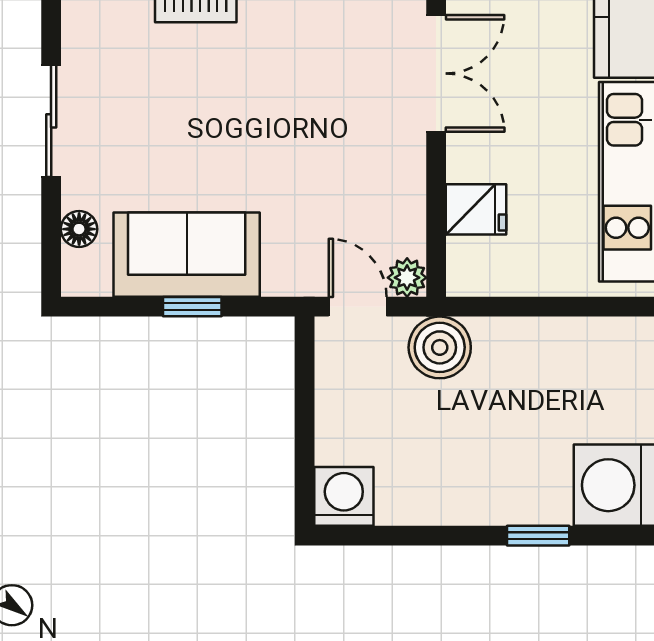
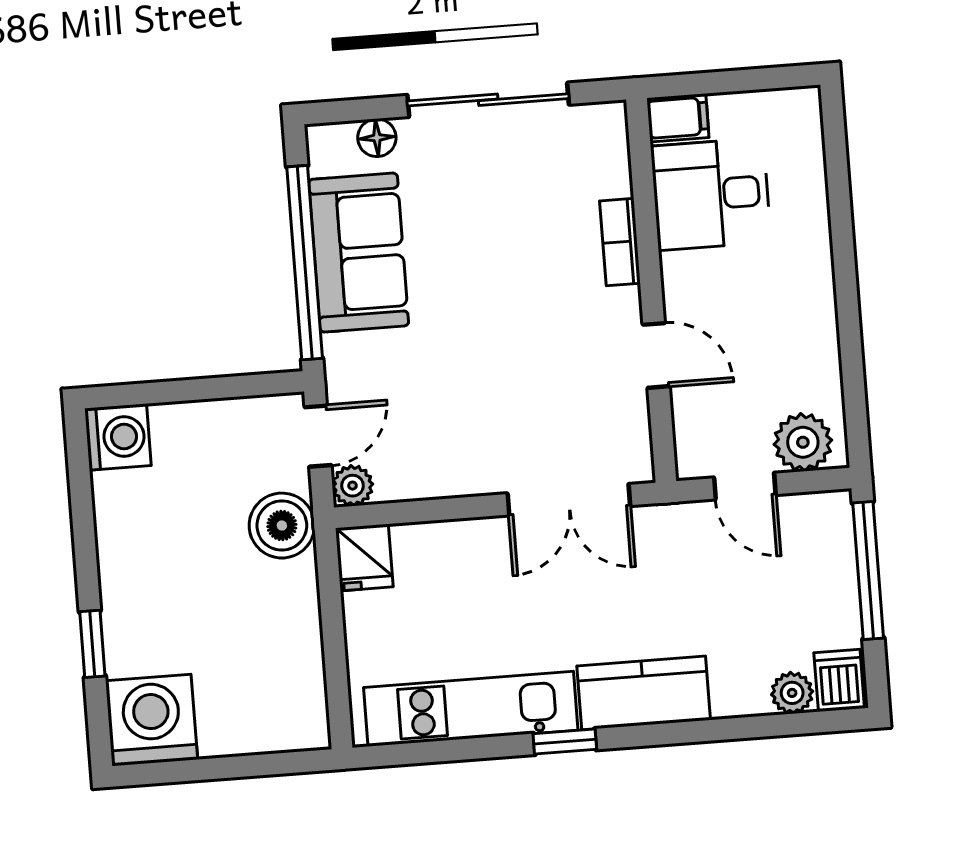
sliding door: (51, 121) -> (488, 100), width x1.37
fridge: (476, 209) -> (364, 557), moved
window: (192, 307) -> (305, 263), width x3.17

